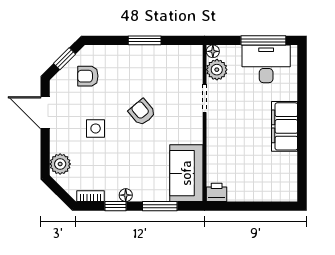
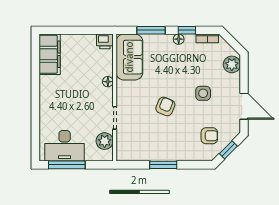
floor lamp: (213, 51) -> (108, 82), moved
armchair: (142, 112) -> (165, 106), turned -117
filing cabinet: (285, 126) -> (50, 54), moved

